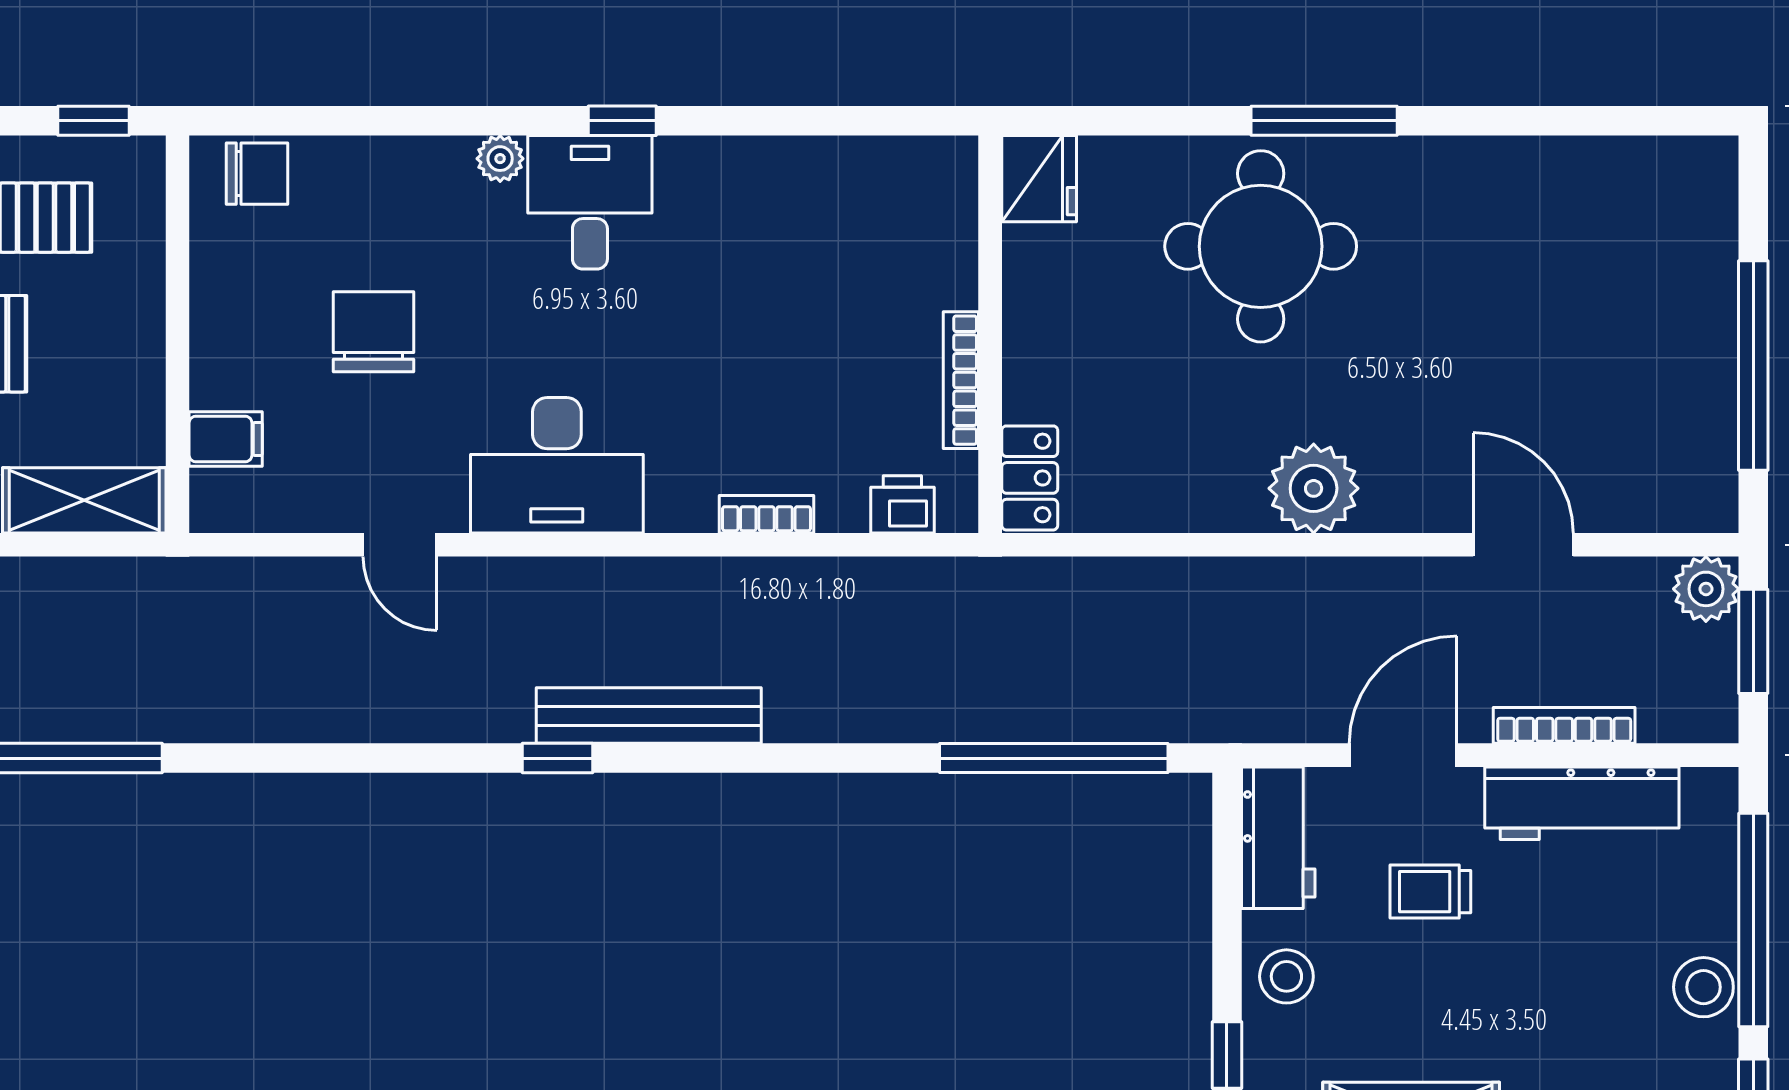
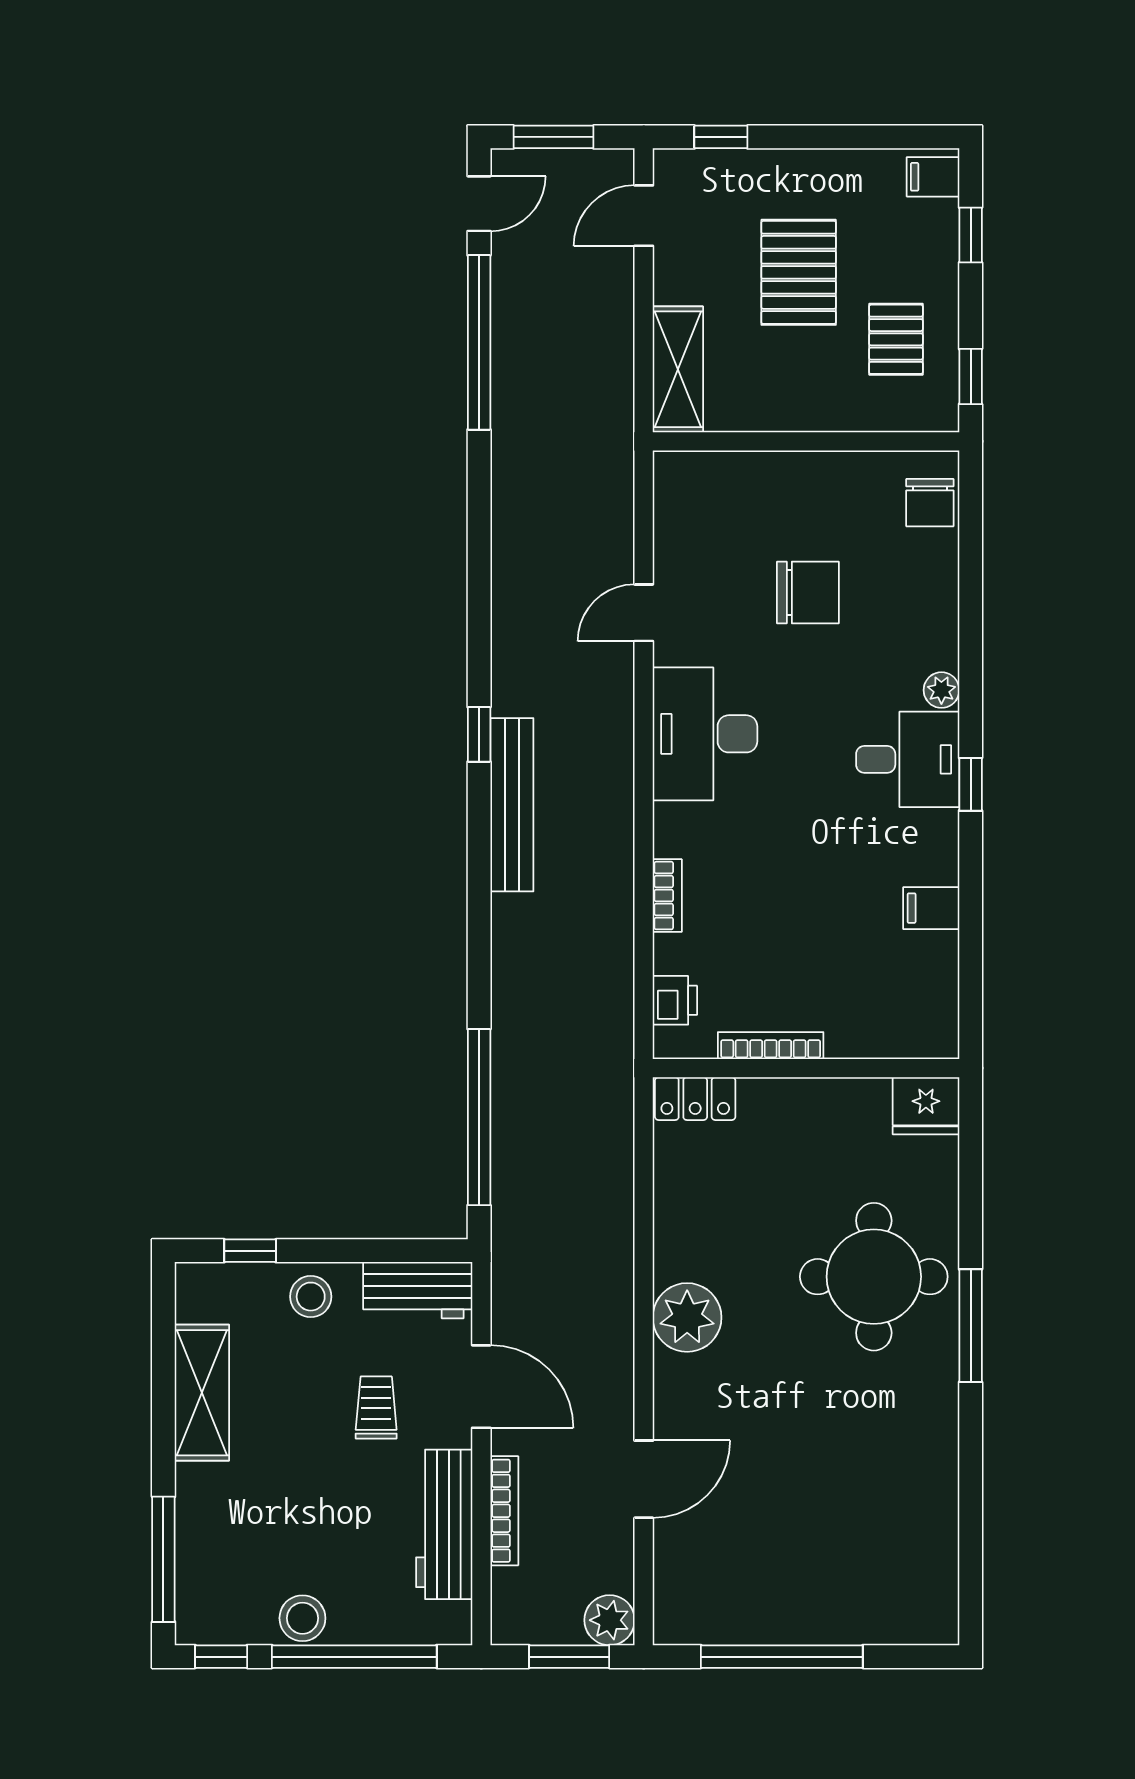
filing cabinet: (226, 439) -> (931, 908), moved, turned 90

